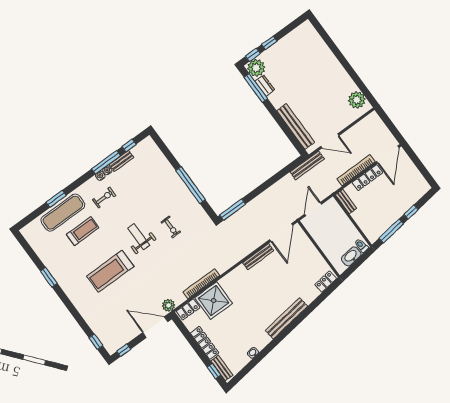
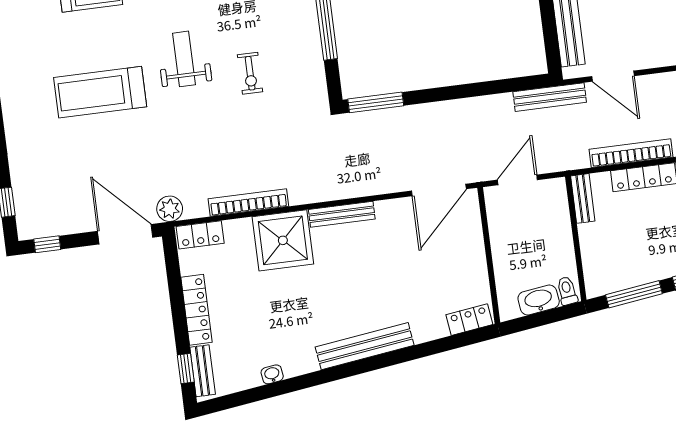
bench: (258, 257) -> (342, 214), moved
shower: (214, 301) -> (283, 240), moved

